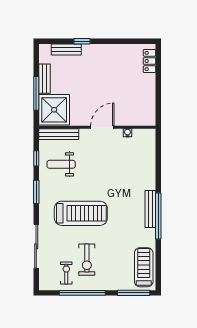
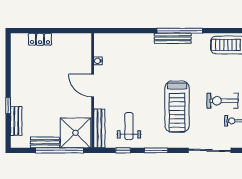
locker: (149, 61) -> (40, 39), moved
window: (36, 93) -> (59, 150), width x1.46
weight bench: (61, 164) -> (129, 126), turned 180
treadmill: (81, 213) -> (177, 107), turned 180
exercise bike: (87, 260) -> (222, 101), turned 180

